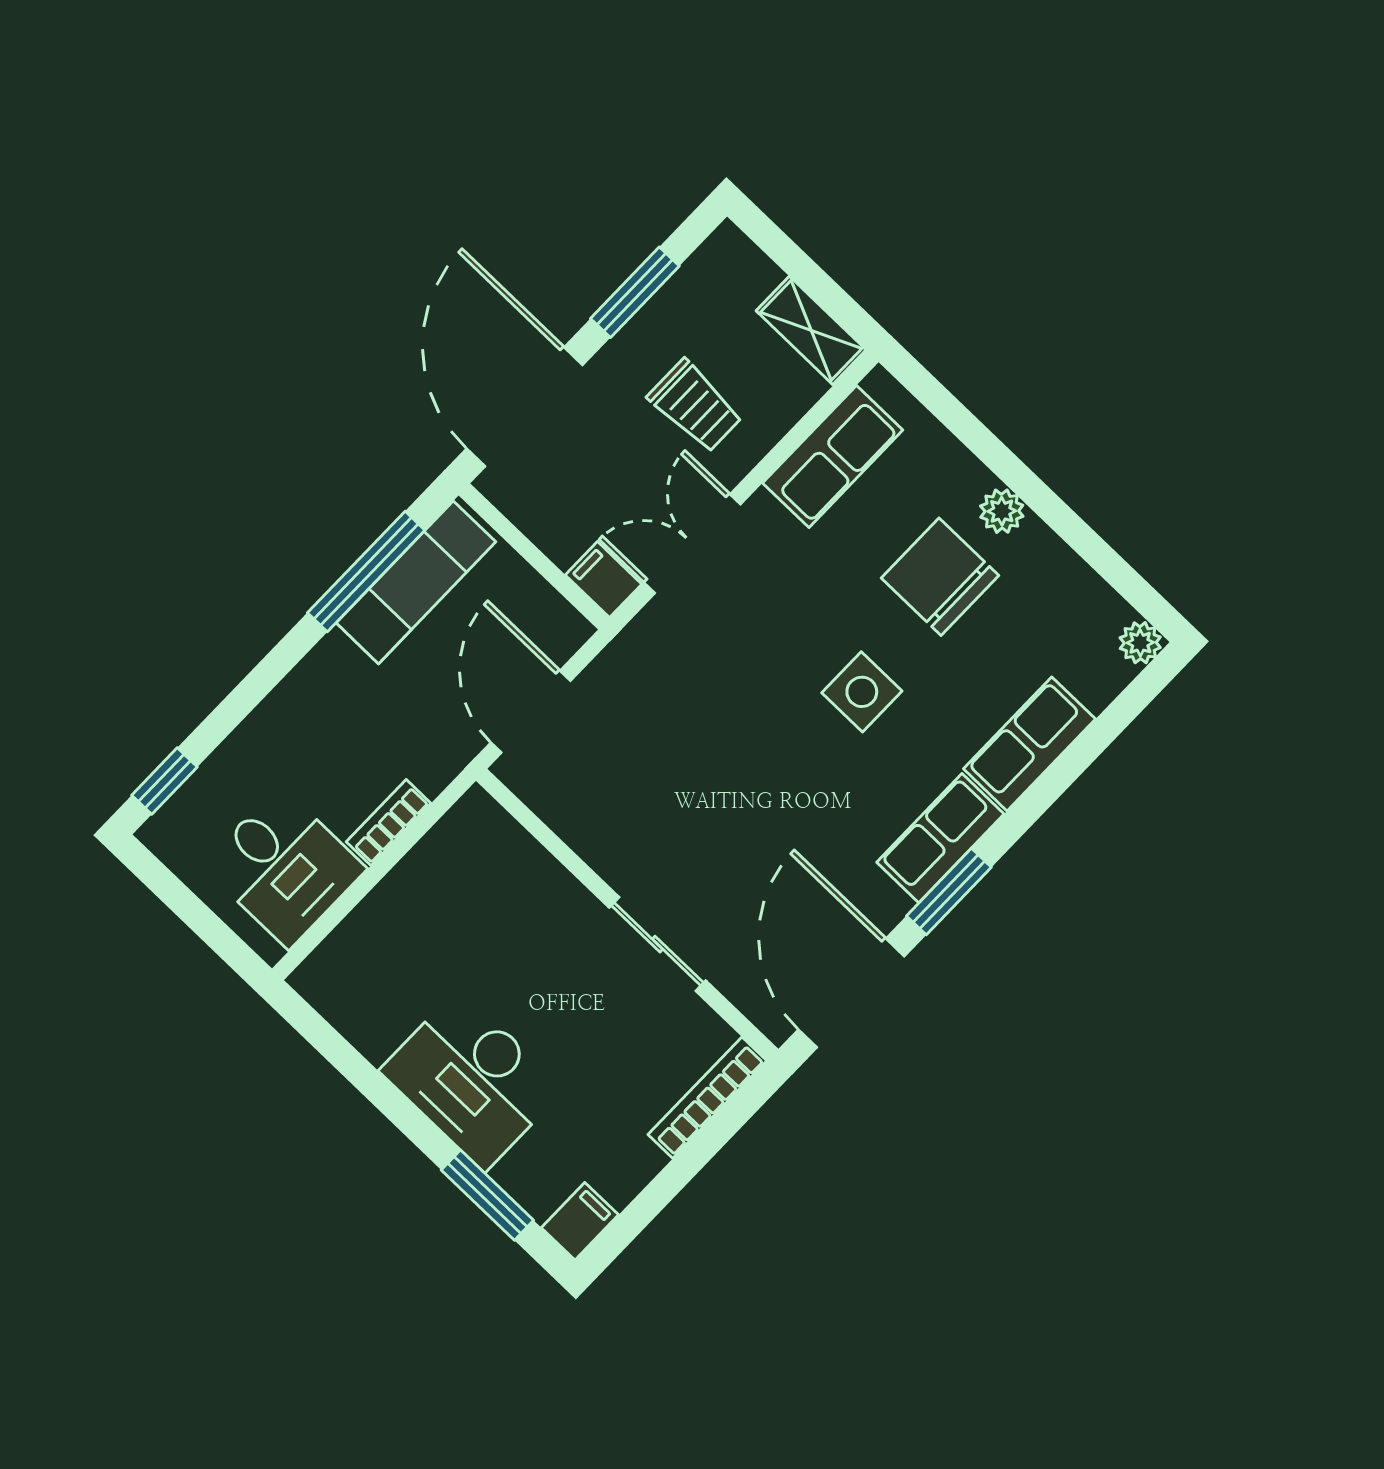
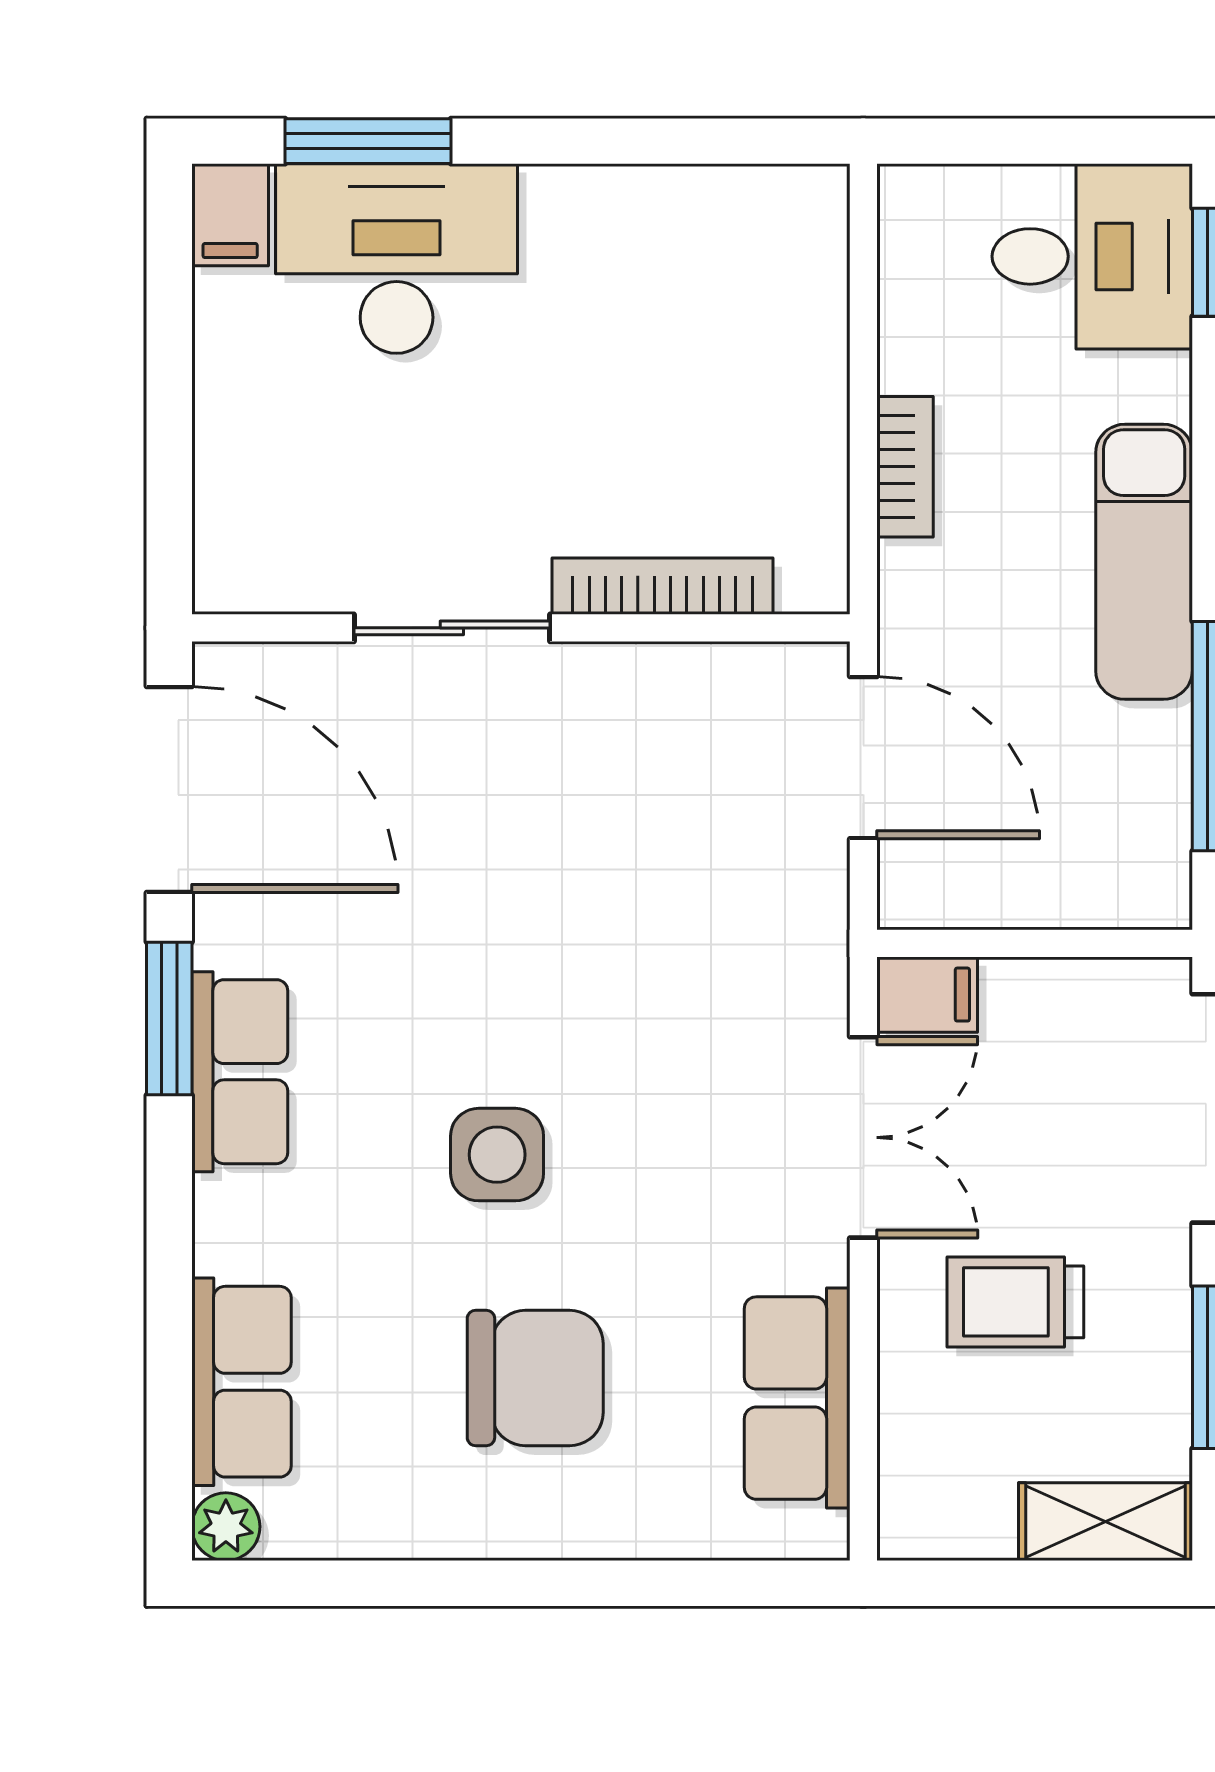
shelving: (811, 330) -> (1105, 1522), moved
plant: (1002, 511) -> (537, 1525), removed
exam couch: (416, 582) -> (1144, 562), moved
row of seats: (1029, 744) -> (241, 1382), moved
desk: (284, 867) -> (1092, 256), moved, turned 180
desk: (472, 1080) -> (397, 259), moved
bookcase: (707, 1098) -> (662, 586), moved, turned -90

